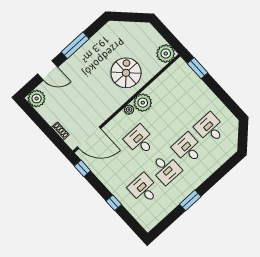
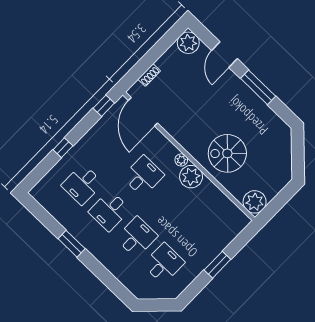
window: (198, 68) -> (217, 265), moved
spiral stairs: (126, 73) -> (227, 153), turned 180
desk: (144, 189) -> (82, 184), turned 180

